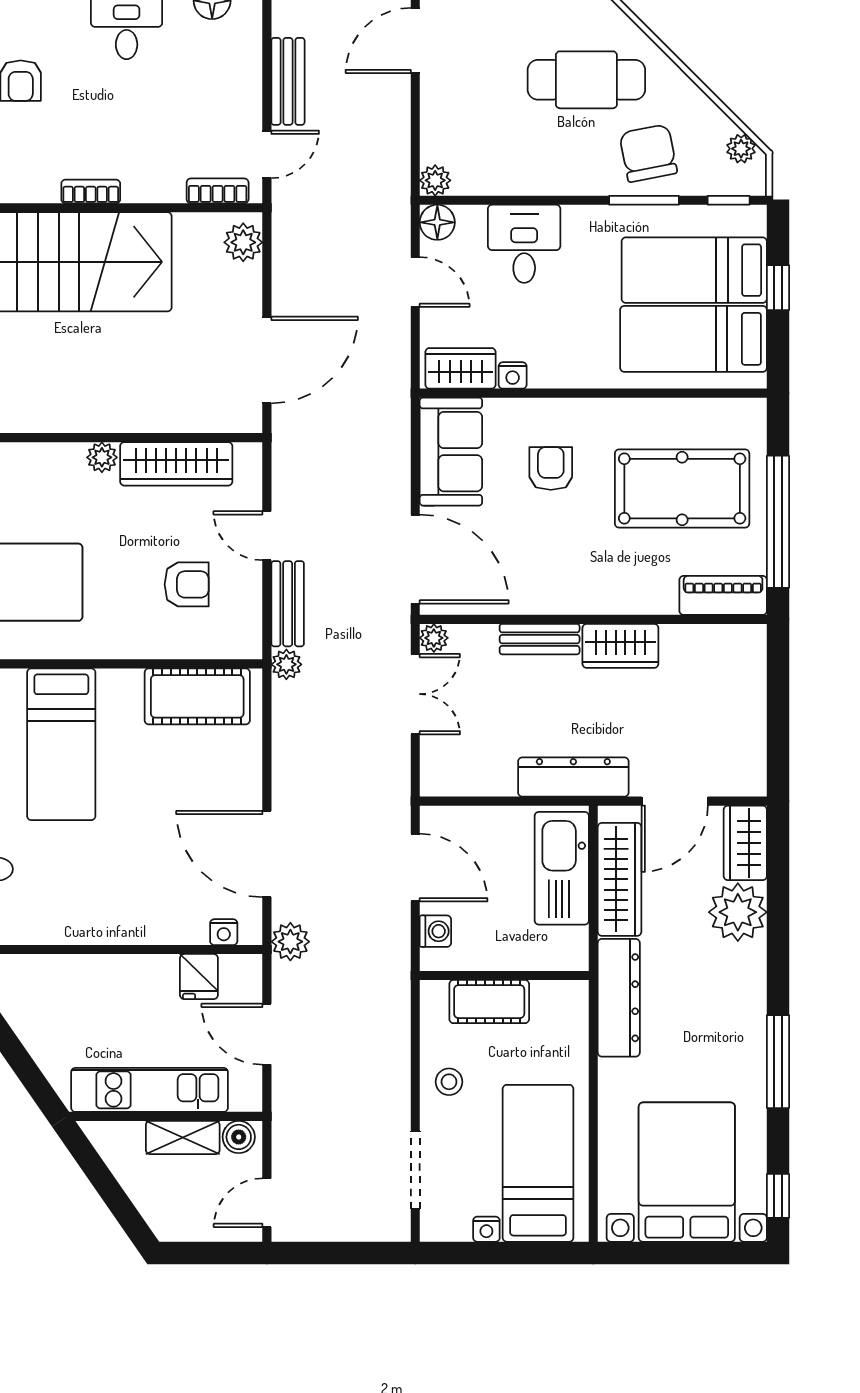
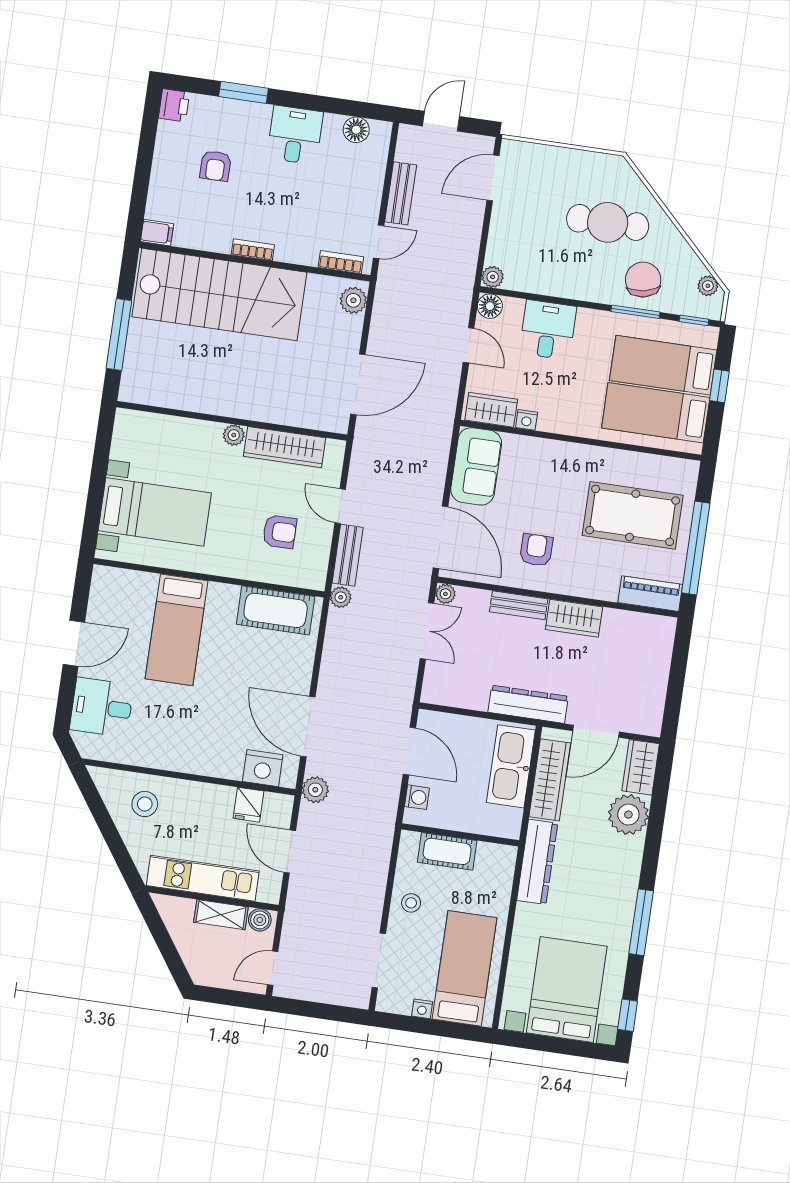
armchair: (551, 468) -> (536, 550), moved
nightstand: (224, 932) -> (263, 768), width x1.89, depth x1.79
stool: (52, 997) -> (145, 804), added

